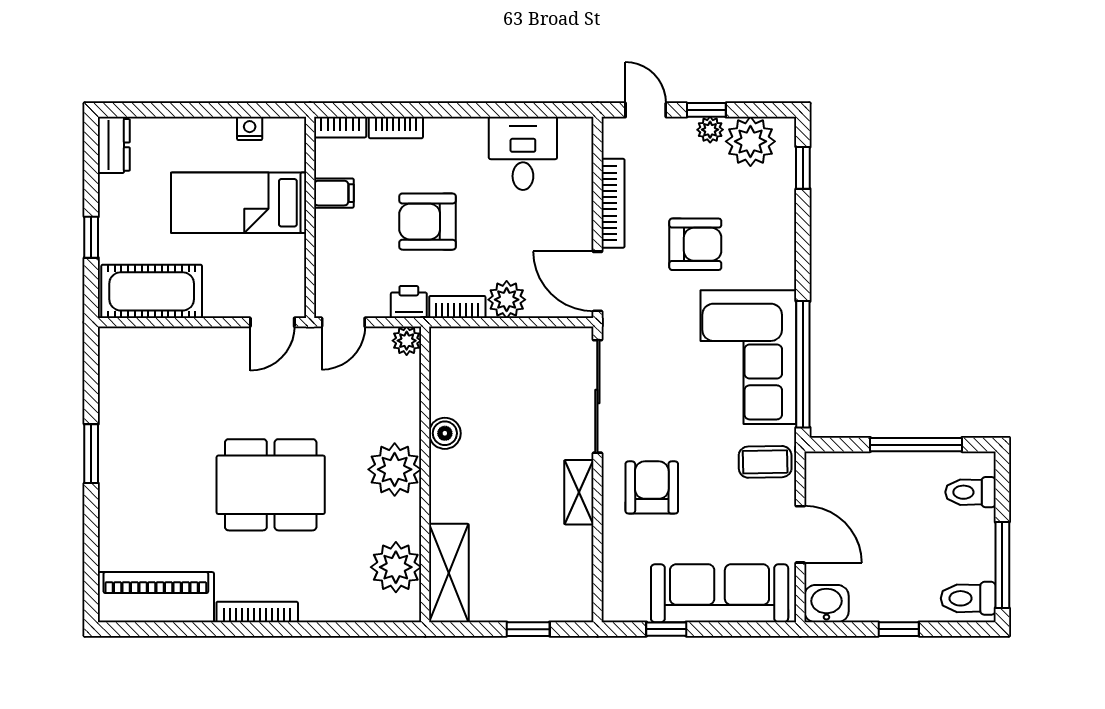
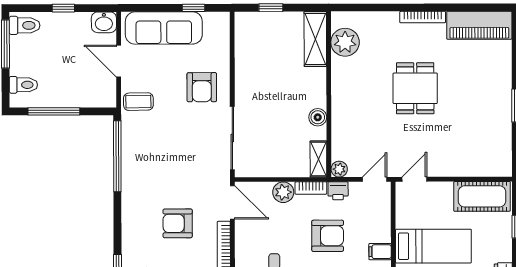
corner sofa: (748, 357) -> (148, 160), removed
plant: (395, 469) -> (346, 97), removed
dining table: (271, 485) -> (415, 88), width x0.73
shelving: (579, 492) -> (318, 159), moved

